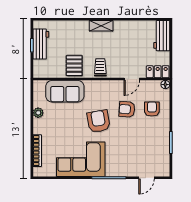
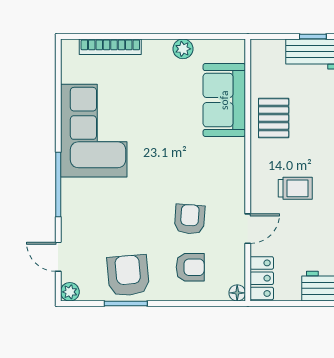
pallet: (74, 66) -> (274, 118), turned 90
trolley: (100, 67) -> (295, 188), moved
door: (132, 79) -> (248, 229), swing flipped
armchair: (99, 121) -> (128, 275), moved, turned -85
plant: (165, 172) -> (70, 292), added

